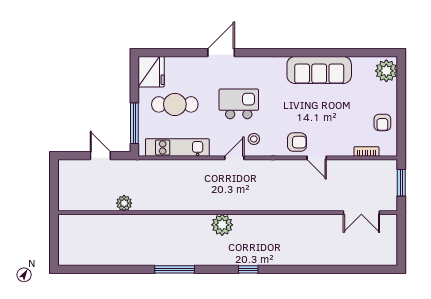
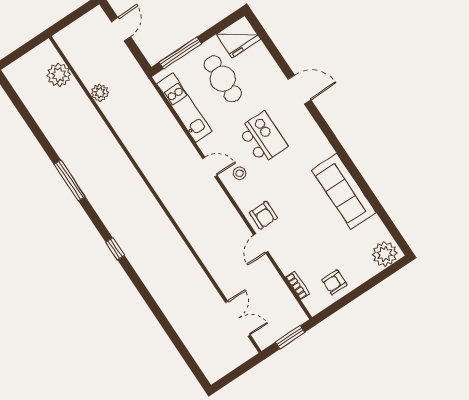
door: (100, 156) -> (121, 29), moved
double door: (361, 213) -> (238, 319), swing flipped
plant: (222, 225) -> (59, 75), moved

